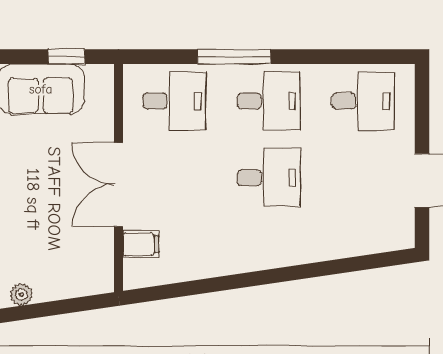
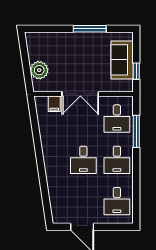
window: (234, 57) -> (136, 131), moved
double door: (118, 185) -> (80, 94), swing flipped
plant: (21, 294) -> (39, 70), moved, width x1.87, depth x1.87

